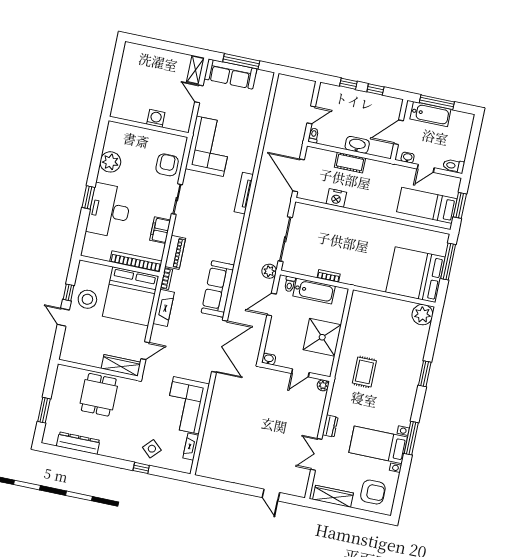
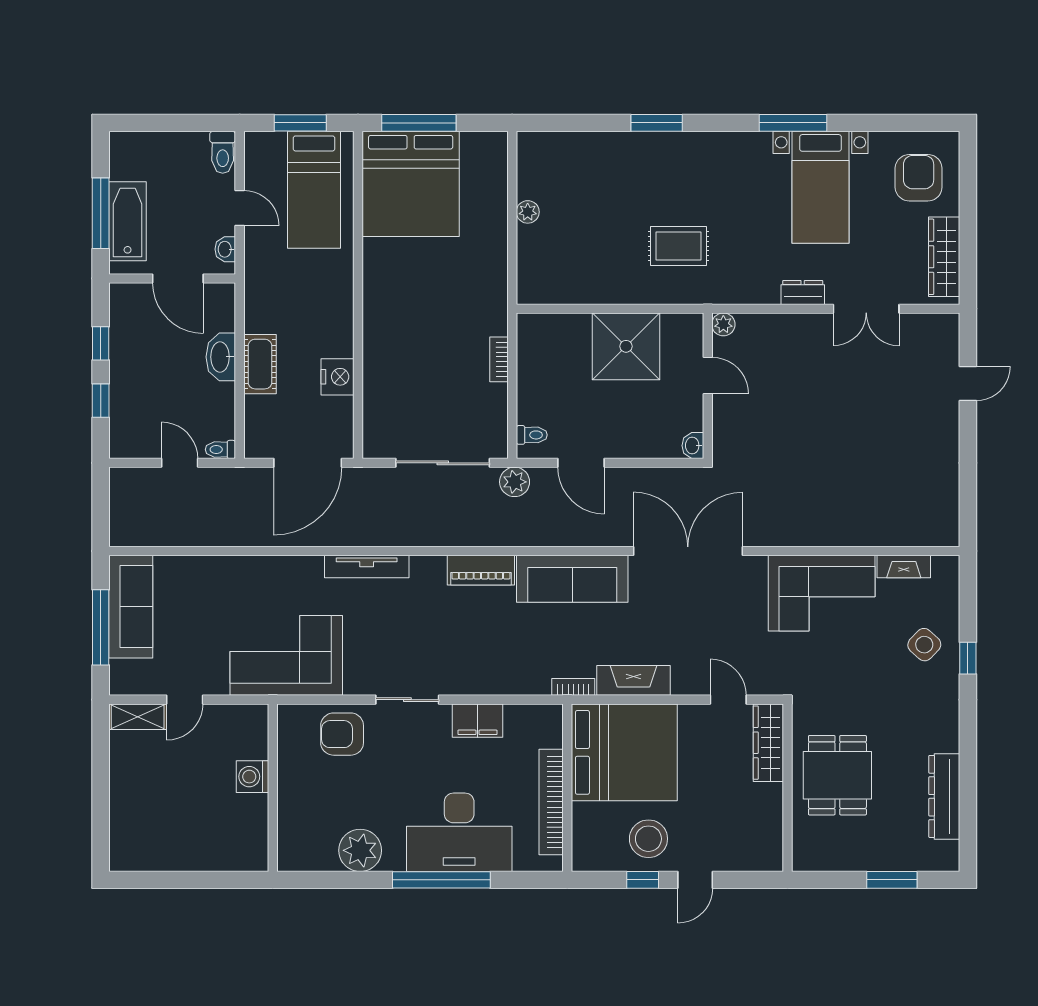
sofa: (230, 74) -> (131, 607), moved
window: (88, 197) -> (441, 880), width x2.11
piano: (175, 252) -> (481, 570), moved, turned 180
bookcase: (136, 261) -> (551, 802), moved
bed: (415, 275) -> (411, 184), moved
bathtub: (314, 291) -> (536, 382), removed
plant: (422, 315) -> (528, 212), moved, width x0.53, depth x0.53
dining table: (99, 395) -> (837, 775), turned 90

